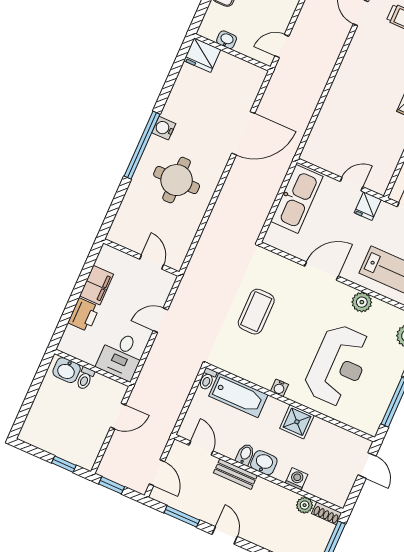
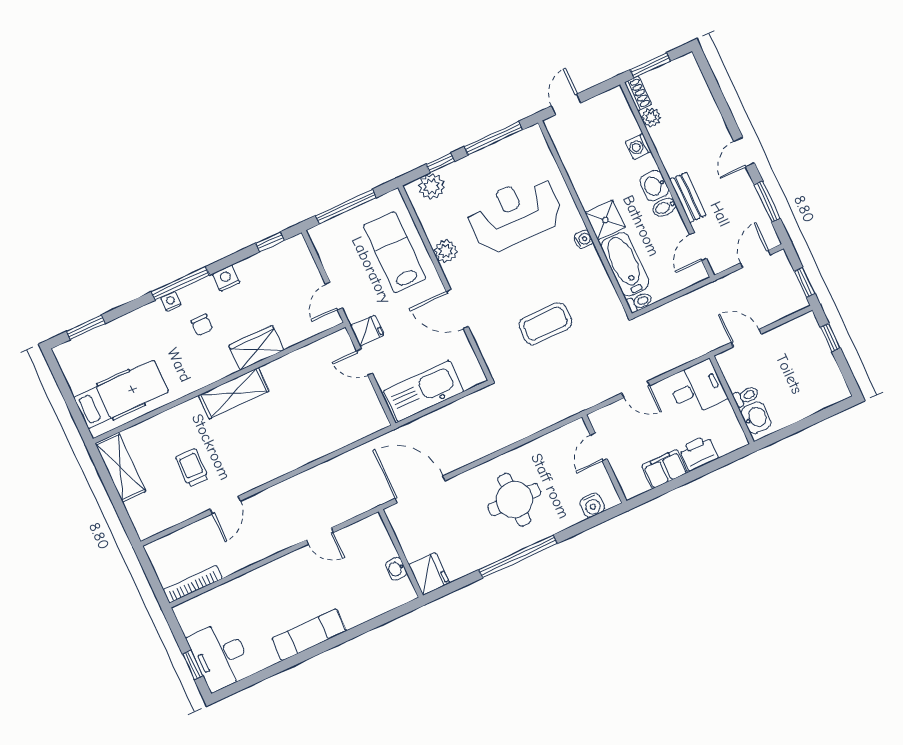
washbasin: (227, 40) -> (396, 569), moved
wall: (232, 52) -> (401, 553), moved
fridge: (202, 55) -> (429, 574), moved
water cooler: (164, 128) -> (592, 505), moved
shower: (297, 422) -> (605, 220), moved

